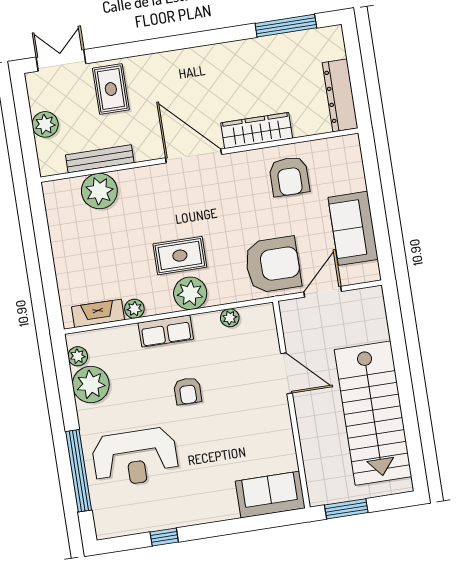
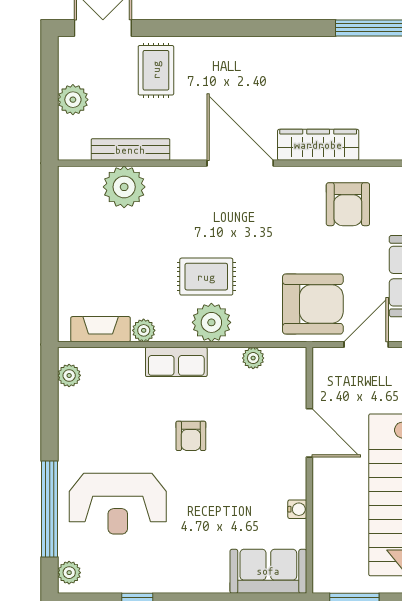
plant: (91, 384) -> (69, 573), moved, width x0.53, depth x0.53
water cooler: (286, 439) -> (297, 509), added

